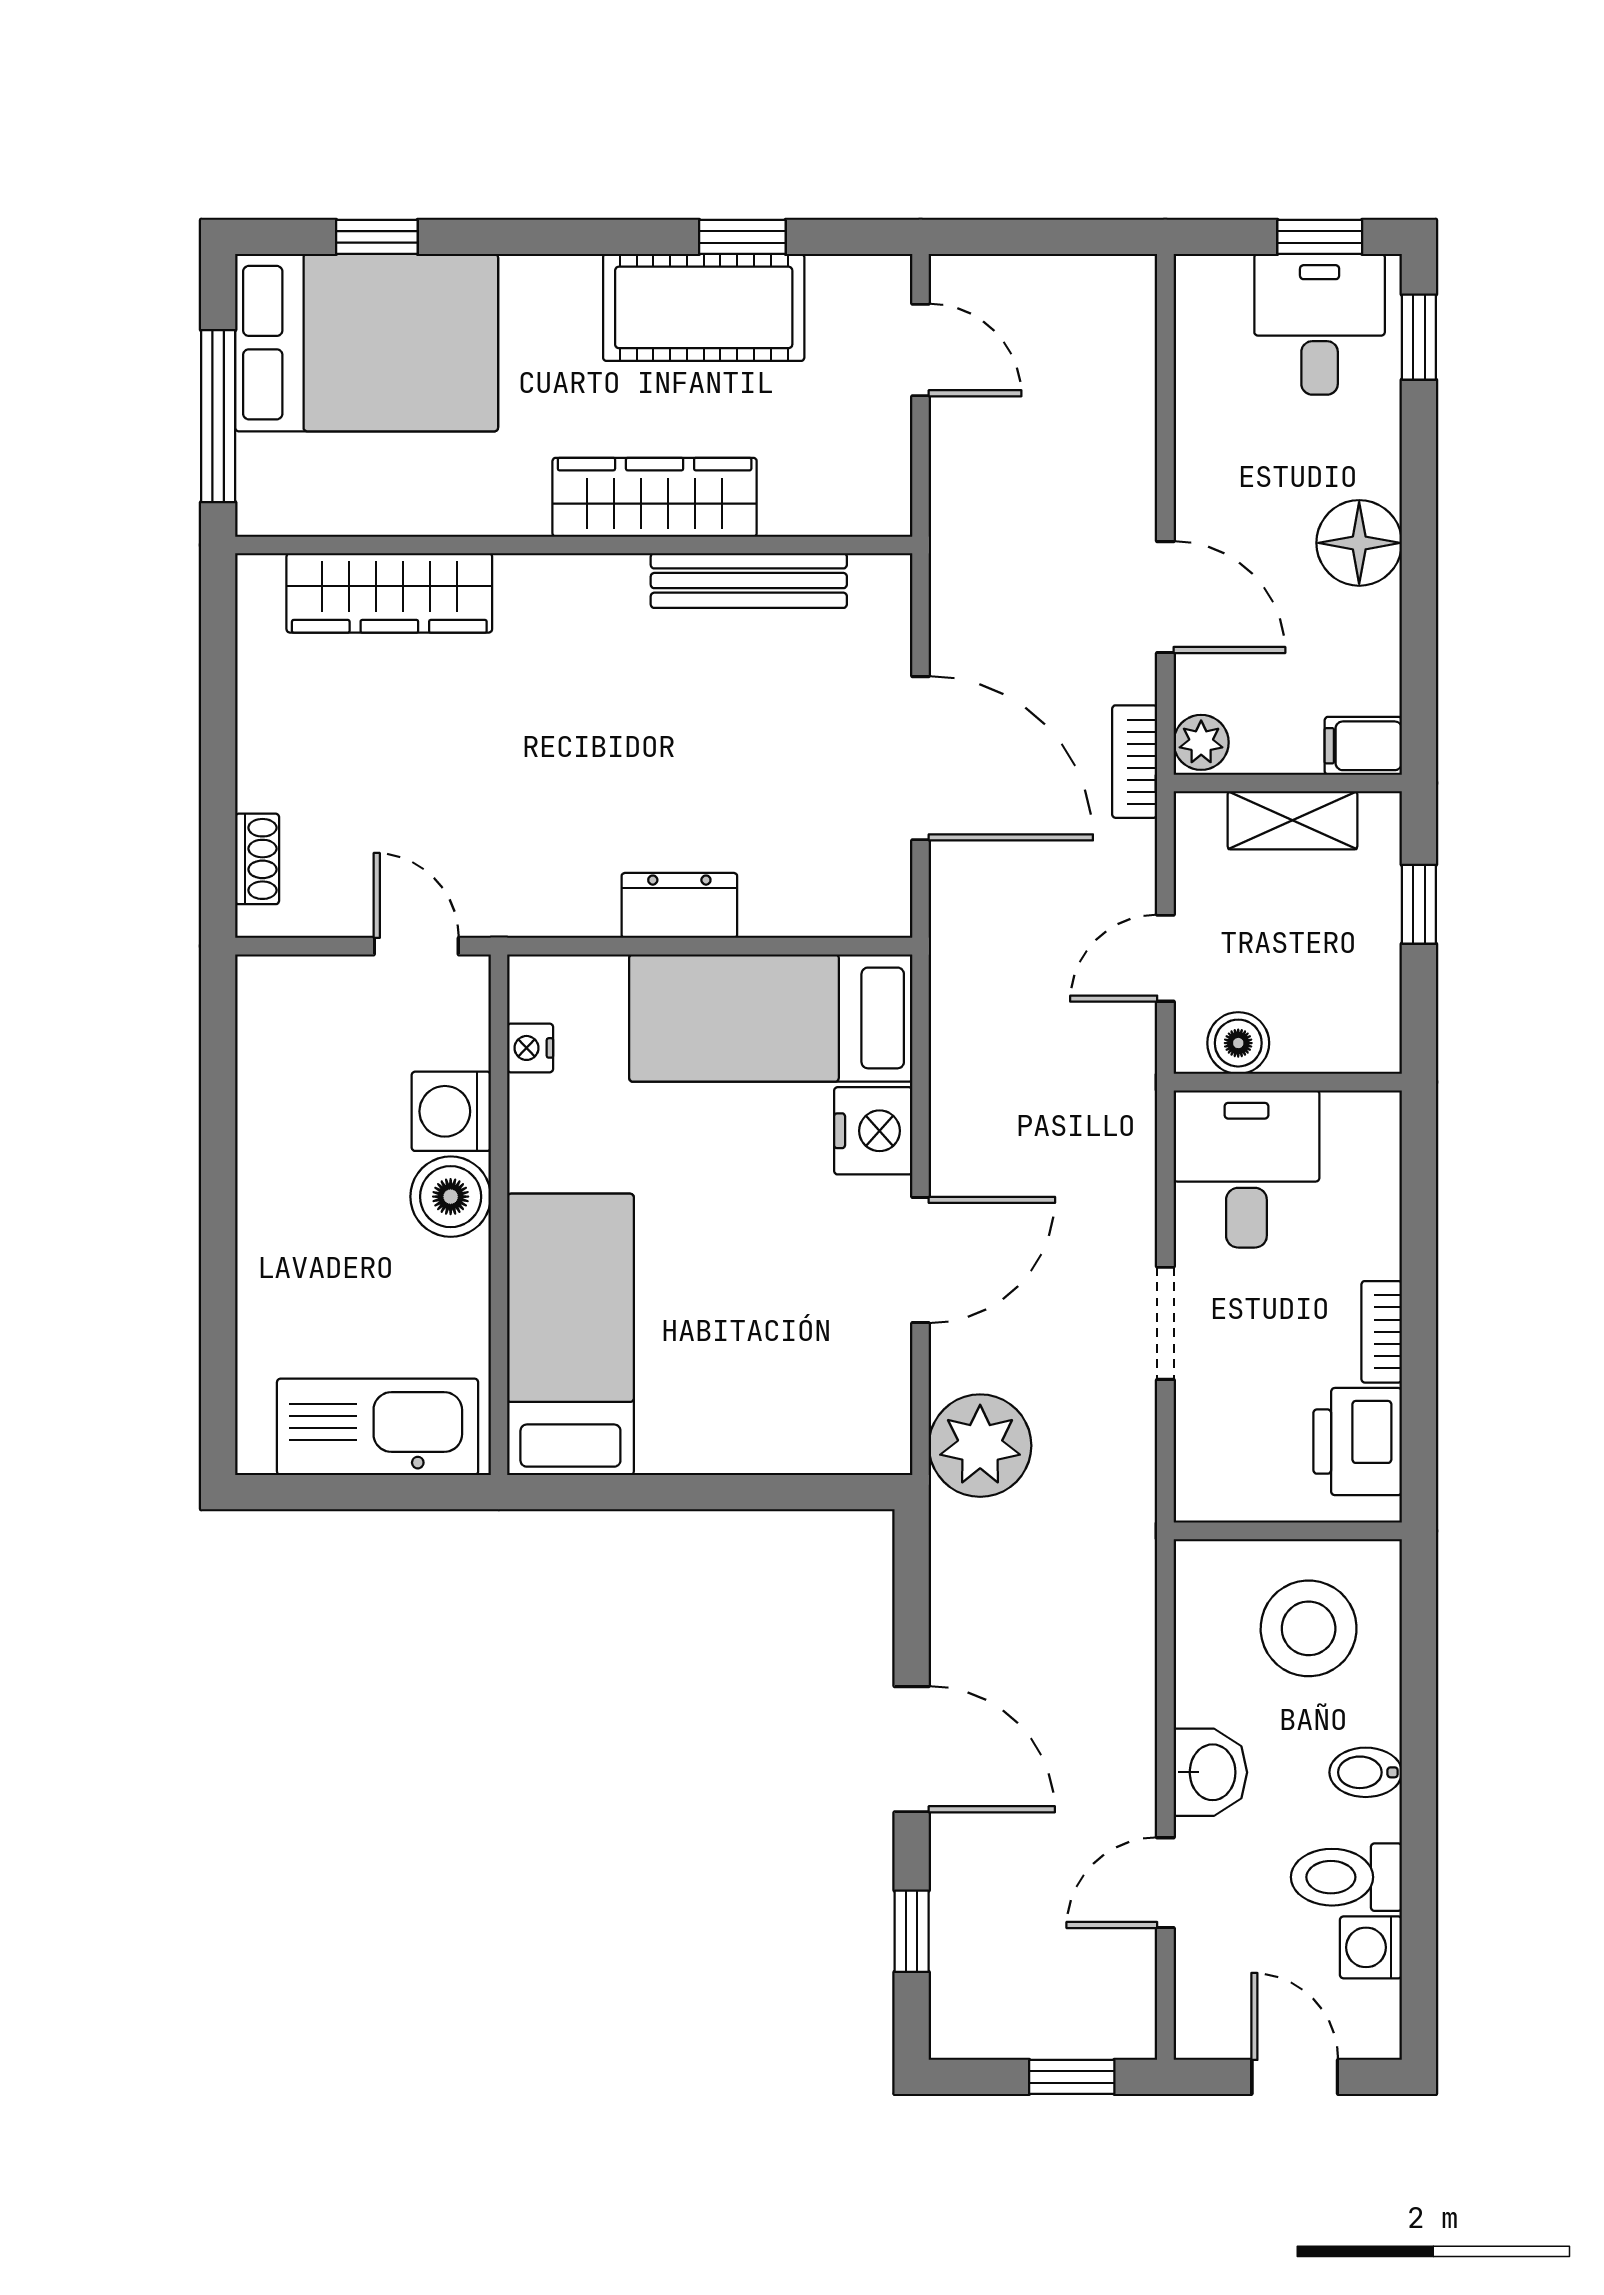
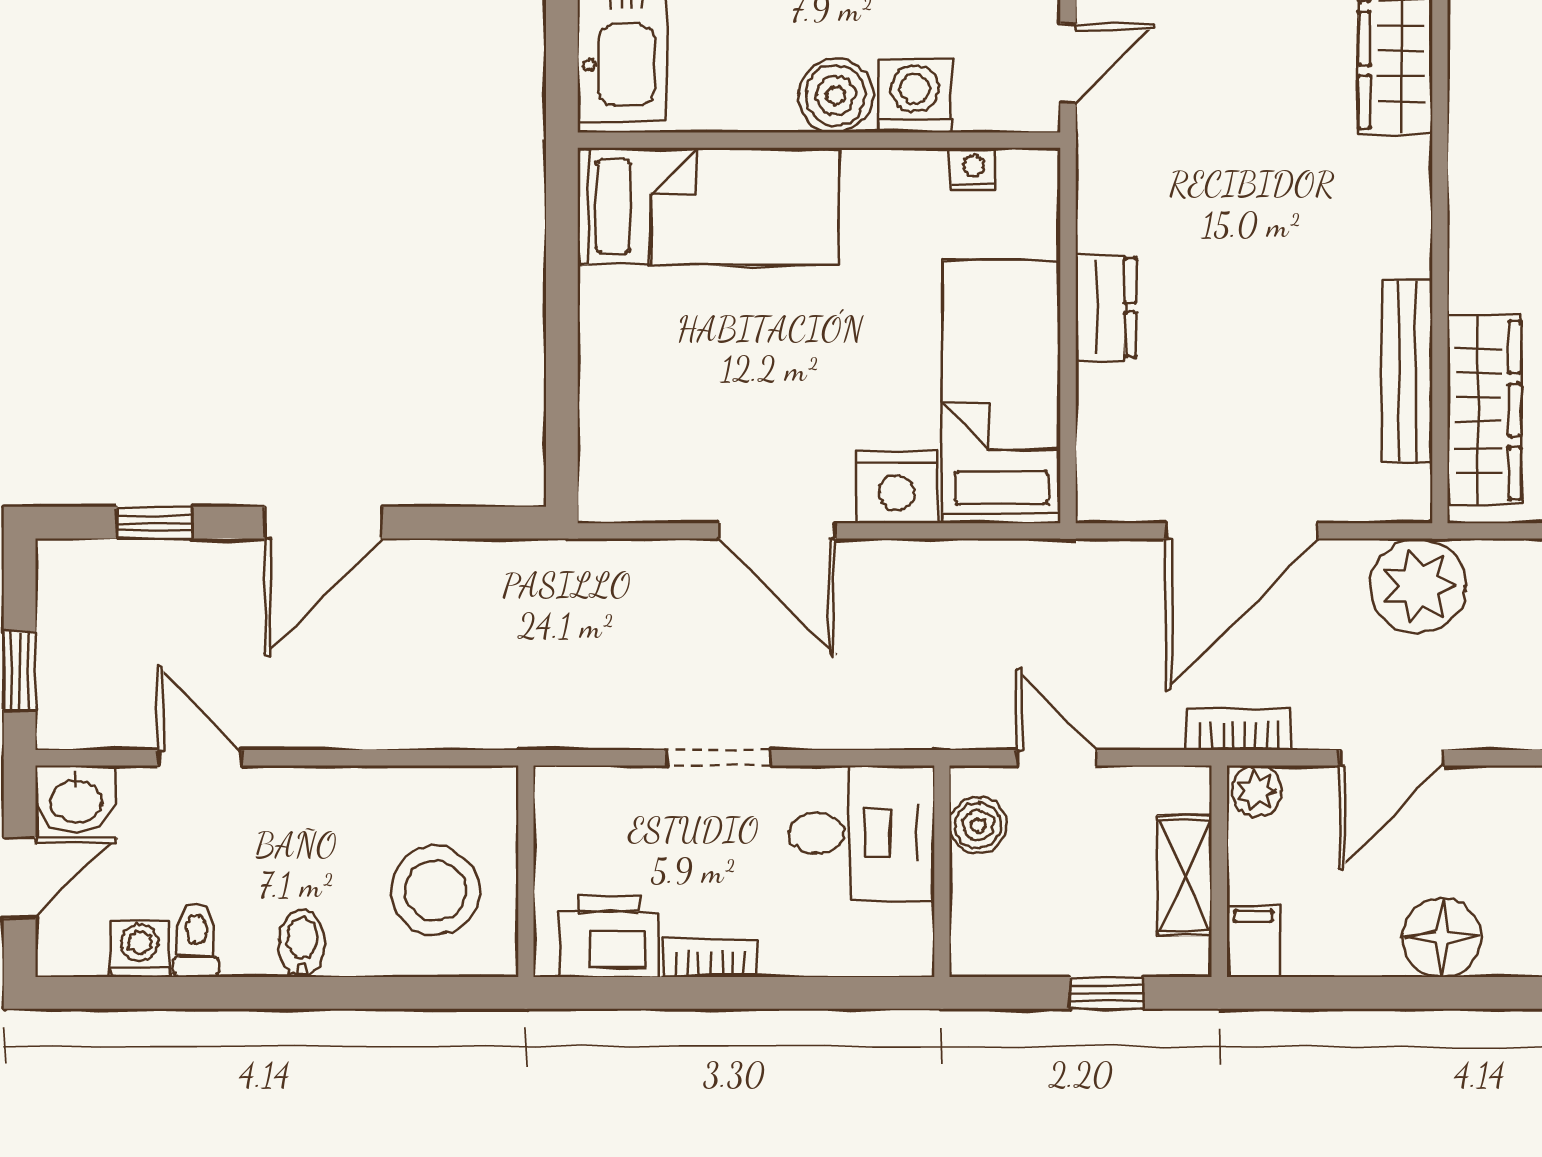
wardrobe: (655, 497) -> (1484, 410), moved
plant: (980, 1446) -> (1418, 586), moved
washbasin: (1210, 1772) -> (76, 800), moved
toilet: (1346, 1877) -> (196, 940), width x0.73, depth x0.72

